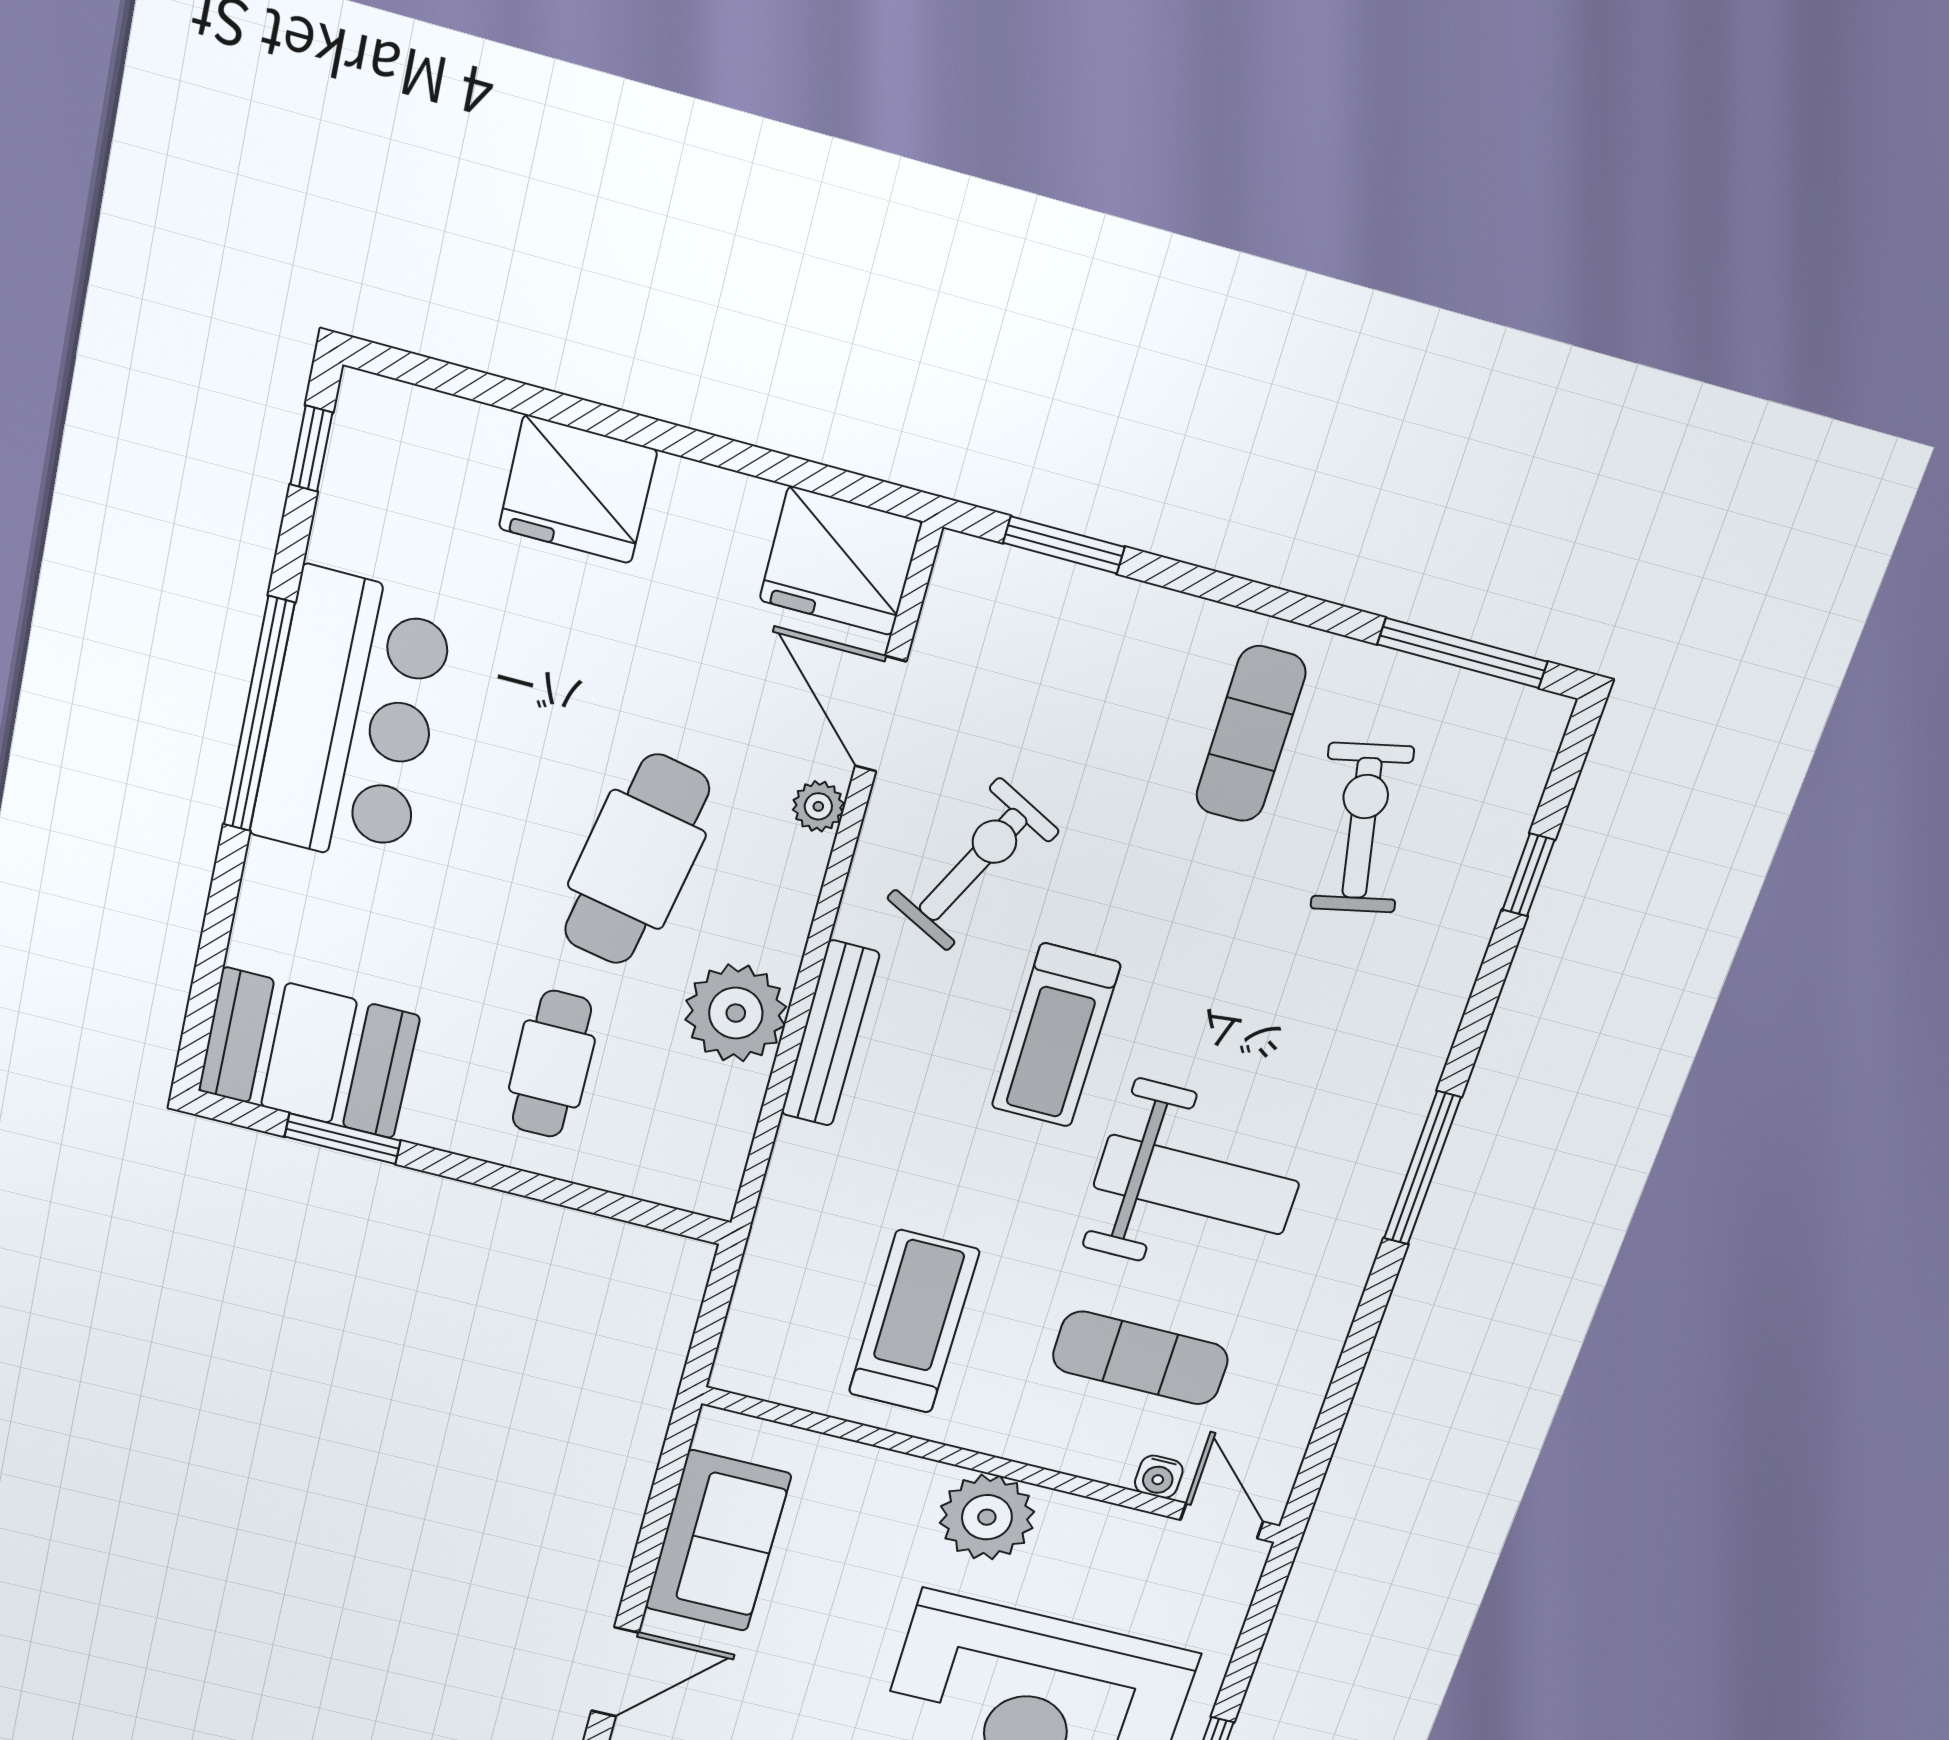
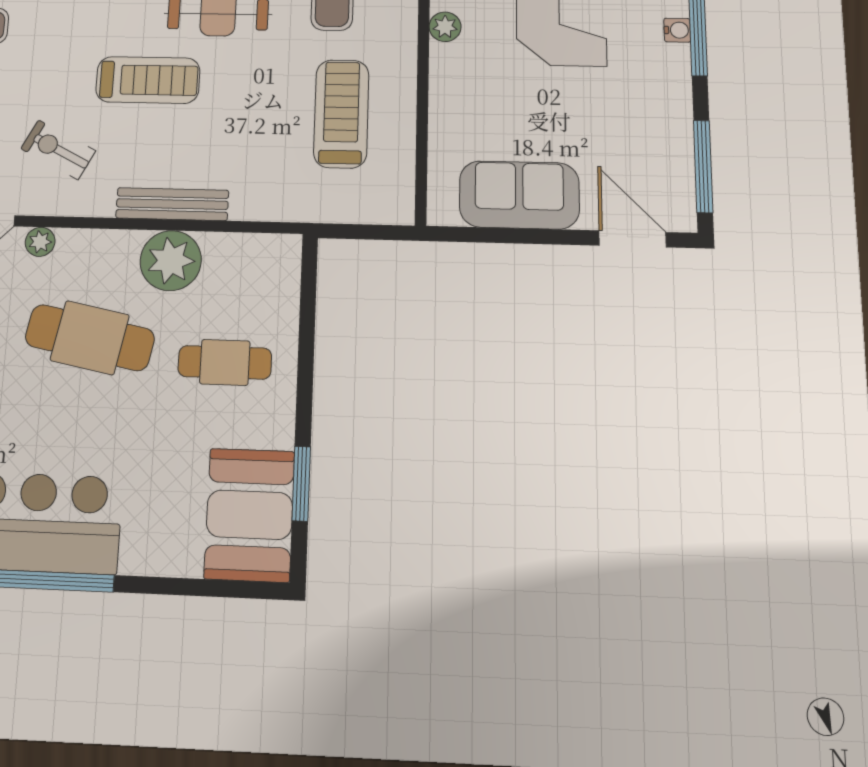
exercise bike: (973, 865) -> (58, 150), width x0.73, depth x0.72
treadmill: (914, 1322) -> (341, 114), turned 90
plant: (987, 1517) -> (445, 27), width x0.53, depth x0.53

